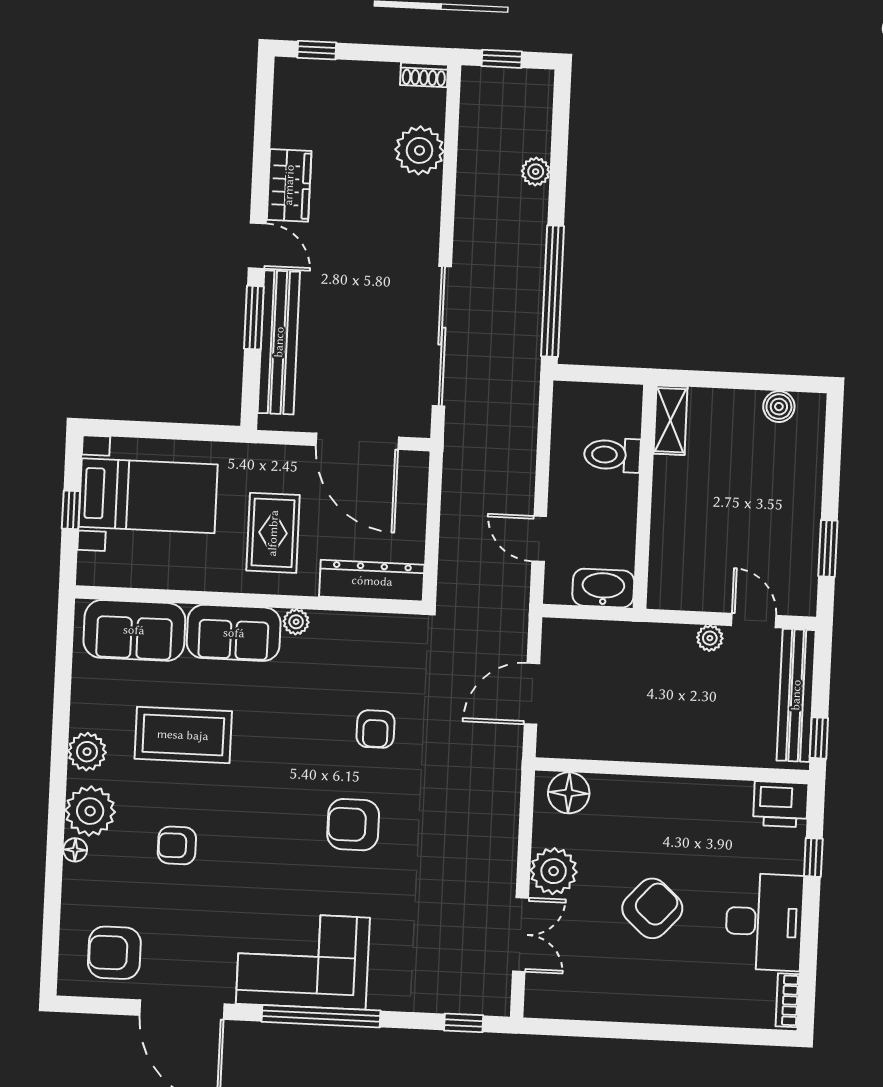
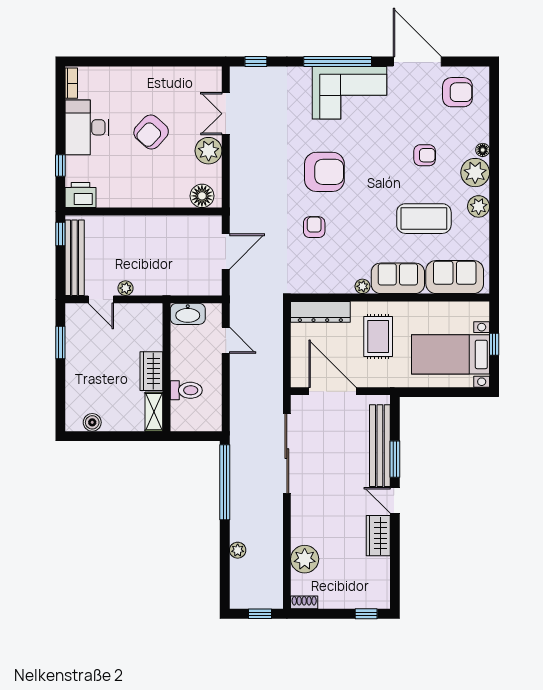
wardrobe: (671, 491) -> (151, 371), added
armchair: (353, 825) -> (324, 172), width x1.36, depth x1.36

